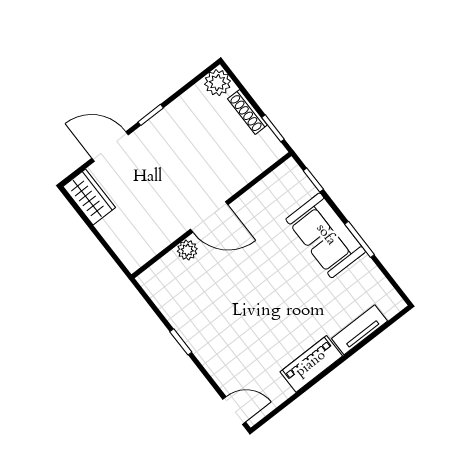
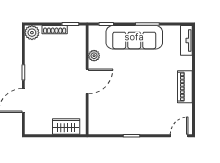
wardrobe: (89, 197) -> (66, 127), moved
sofa: (326, 235) -> (134, 37), width x1.36
plant: (187, 250) -> (94, 56), moved
tv unit: (359, 330) -> (186, 40), moved

